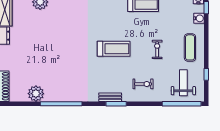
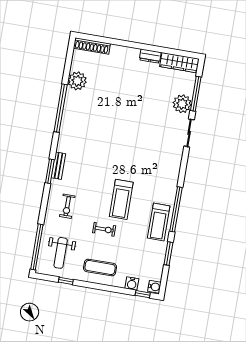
treadmill: (114, 49) -> (121, 199), moved
weight bench: (183, 83) -> (61, 253), turned 90

